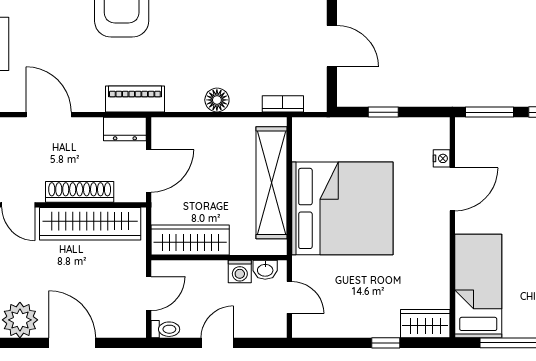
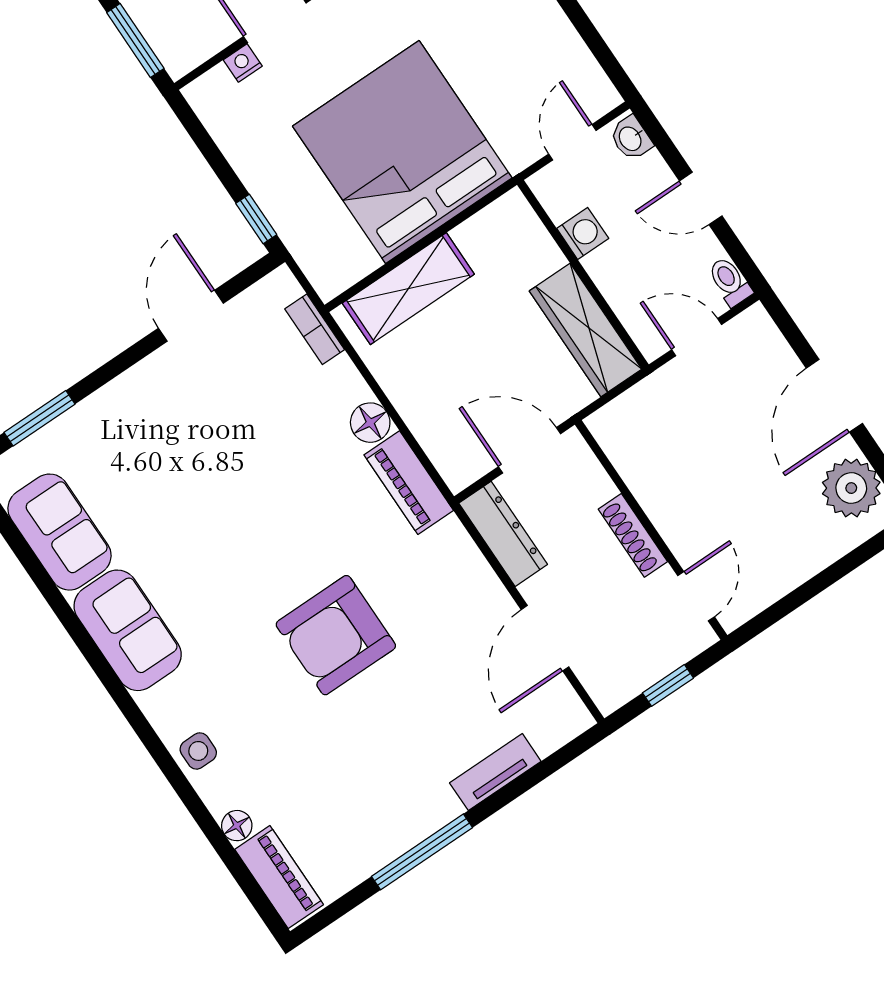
piano: (135, 99) -> (409, 483), moved
window: (383, 112) -> (256, 219), moved
dresser: (125, 129) -> (503, 534), width x1.44
shelving: (271, 183) -> (408, 289), width x0.68
shoe rack: (80, 192) -> (633, 535), width x0.74, depth x0.81
wardrobe: (90, 224) -> (656, 481), removed
washbasin: (265, 270) -> (631, 138), moved, turned 180

